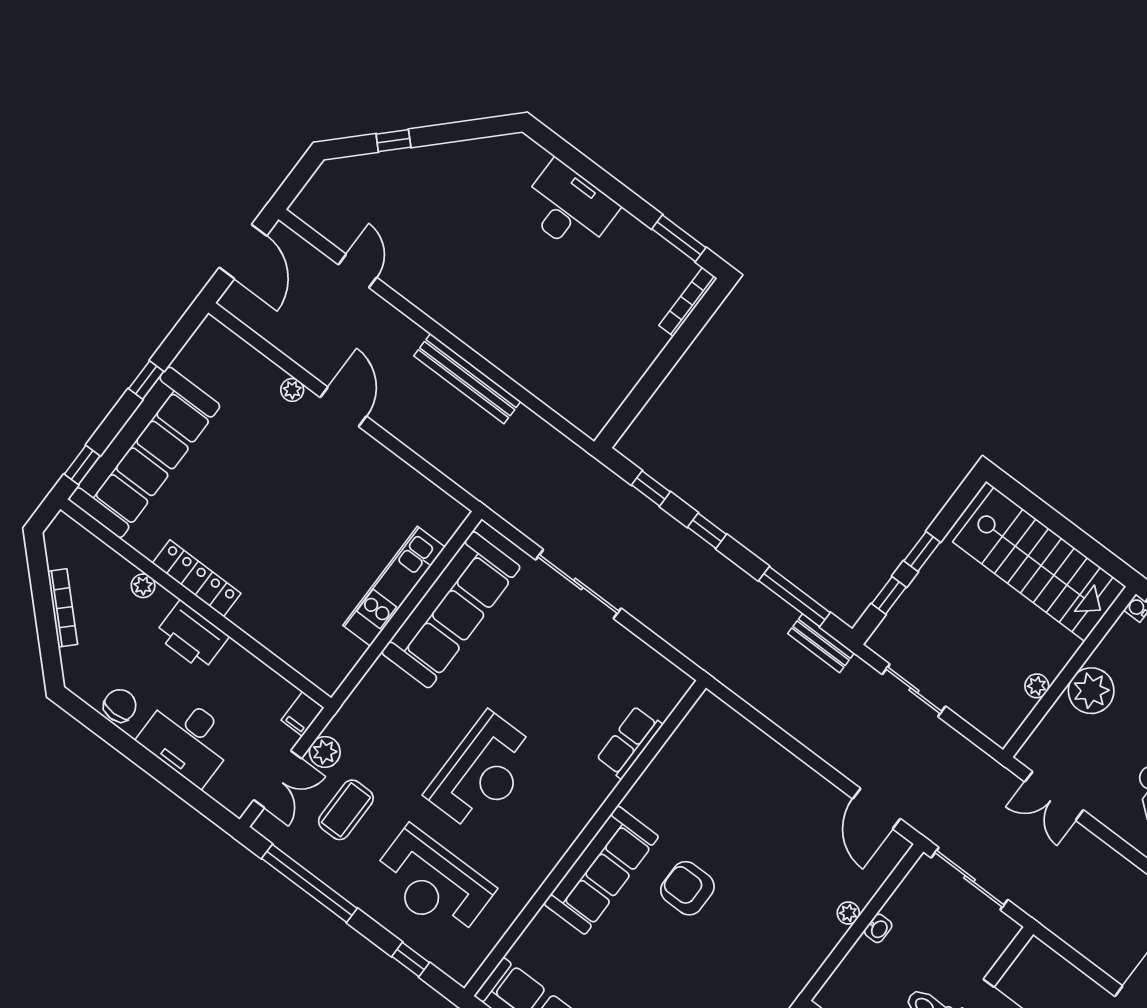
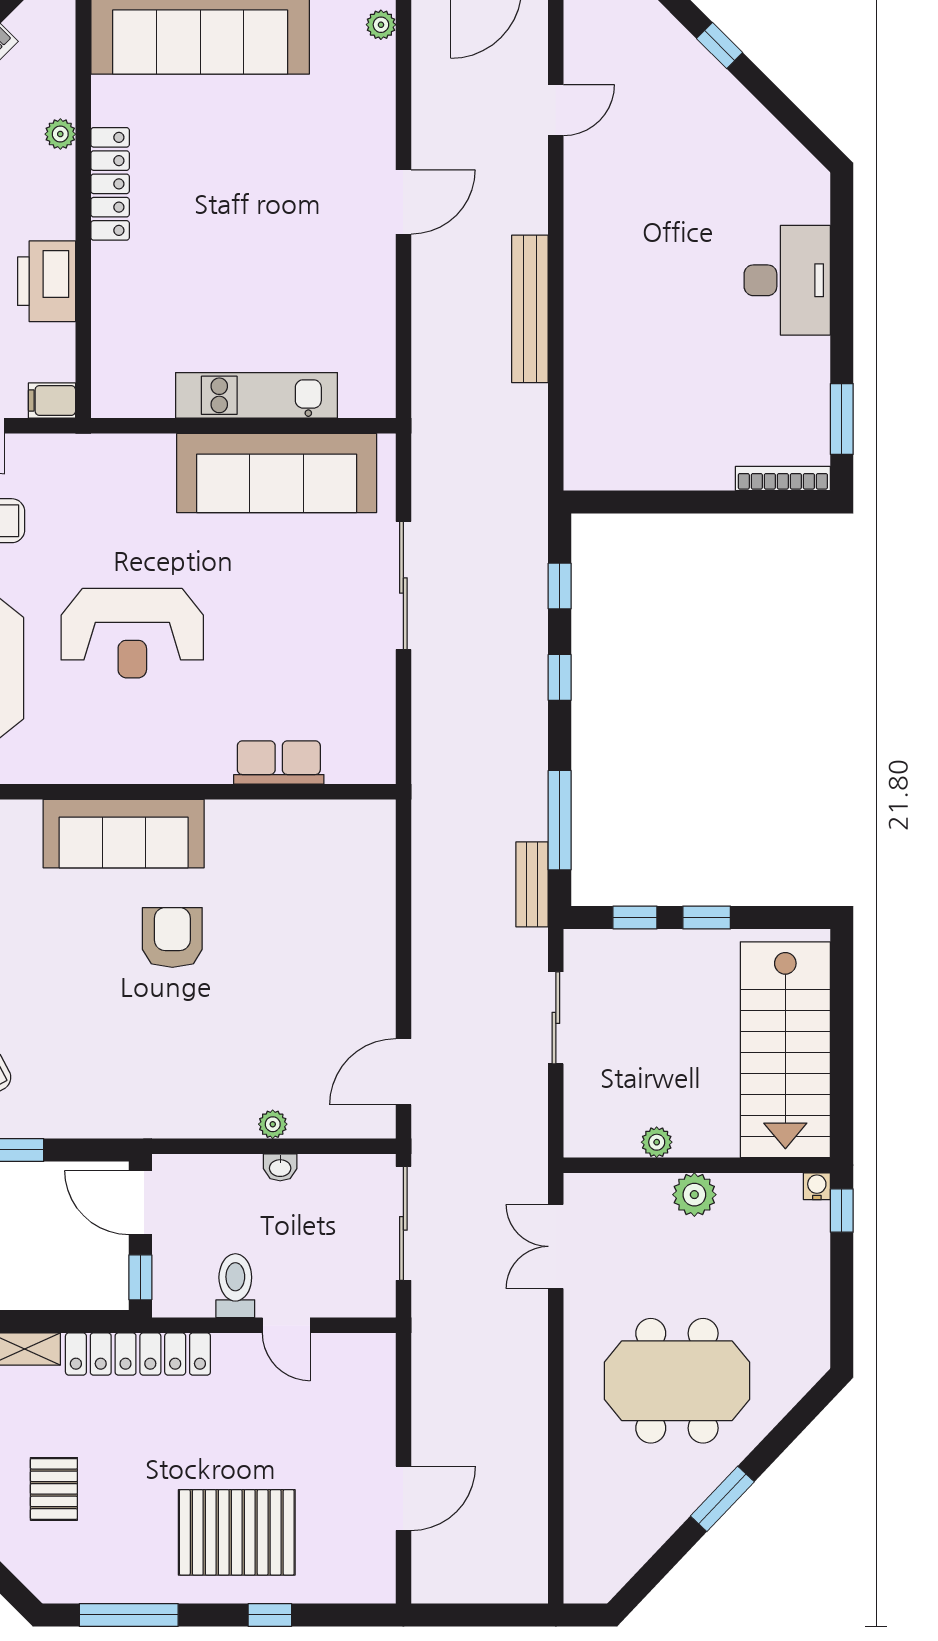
plant: (292, 390) -> (381, 25), moved
printer: (192, 636) -> (47, 281), moved
plant: (1091, 691) -> (694, 1195), width x0.73, depth x0.73
plant: (325, 752) -> (30, 453), removed

